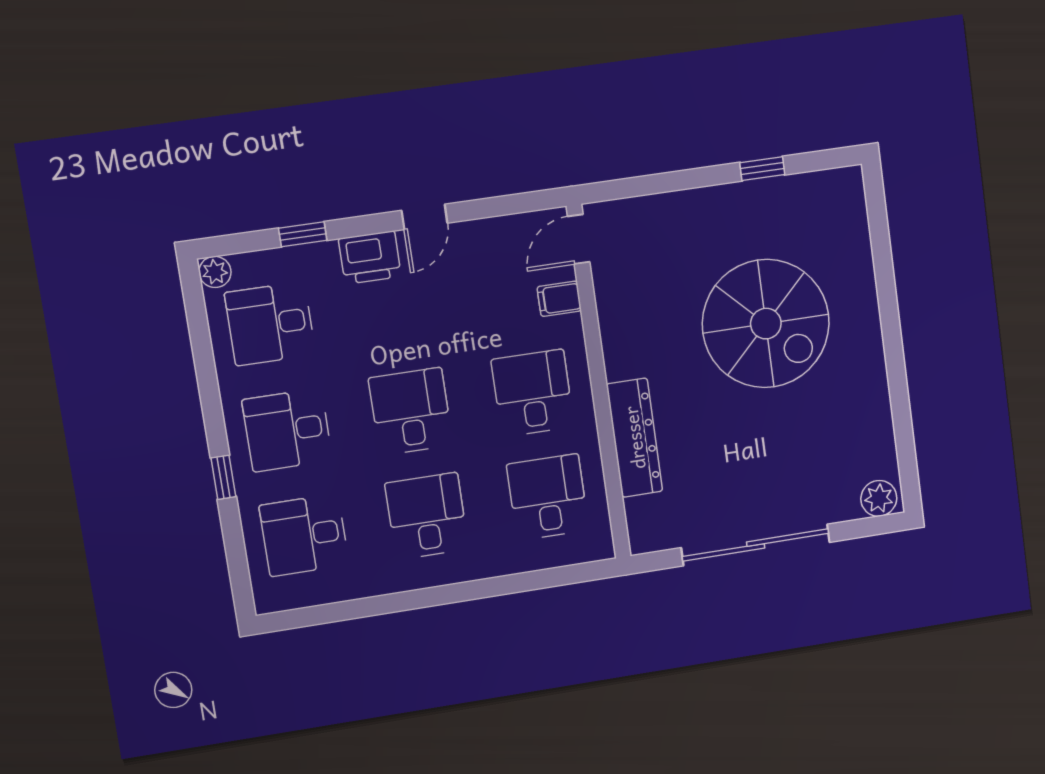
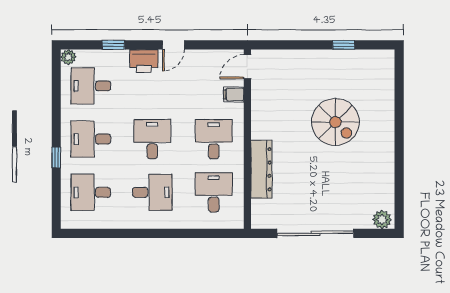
spiral stairs: (766, 324) -> (335, 122), width x0.73, depth x0.73
desk: (427, 516) -> (152, 192), turned 90

